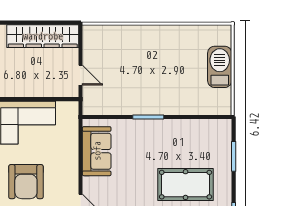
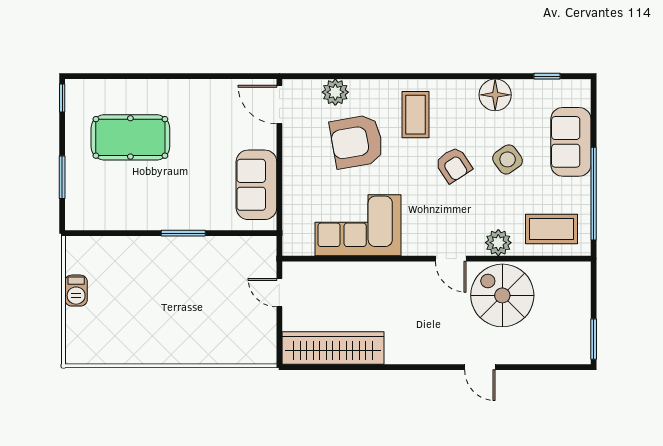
barbecue: (220, 67) -> (76, 291), width x0.53, depth x0.65
armchair: (26, 182) -> (357, 142), turned -100

